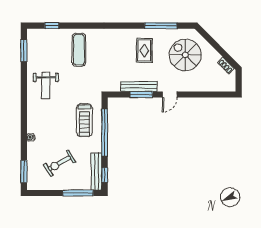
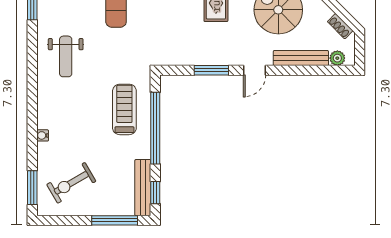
bench: (139, 86) -> (301, 58), moved
plant: (224, 87) -> (337, 58), added
treadmill: (84, 120) -> (124, 109), turned 180
exercise bike: (59, 163) -> (71, 183), moved

